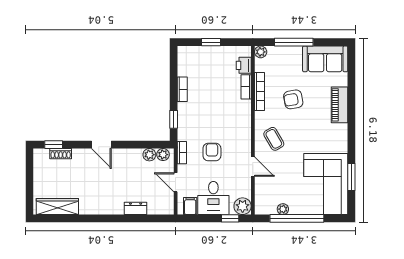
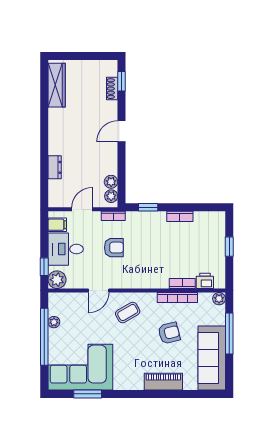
sofa: (325, 59) -> (212, 358), width x1.36
armchair: (293, 99) -> (169, 333), turned 86

